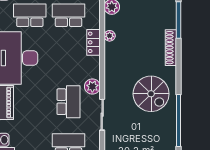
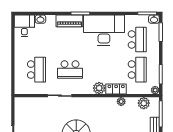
plant: (92, 87) -> (99, 88), moved

